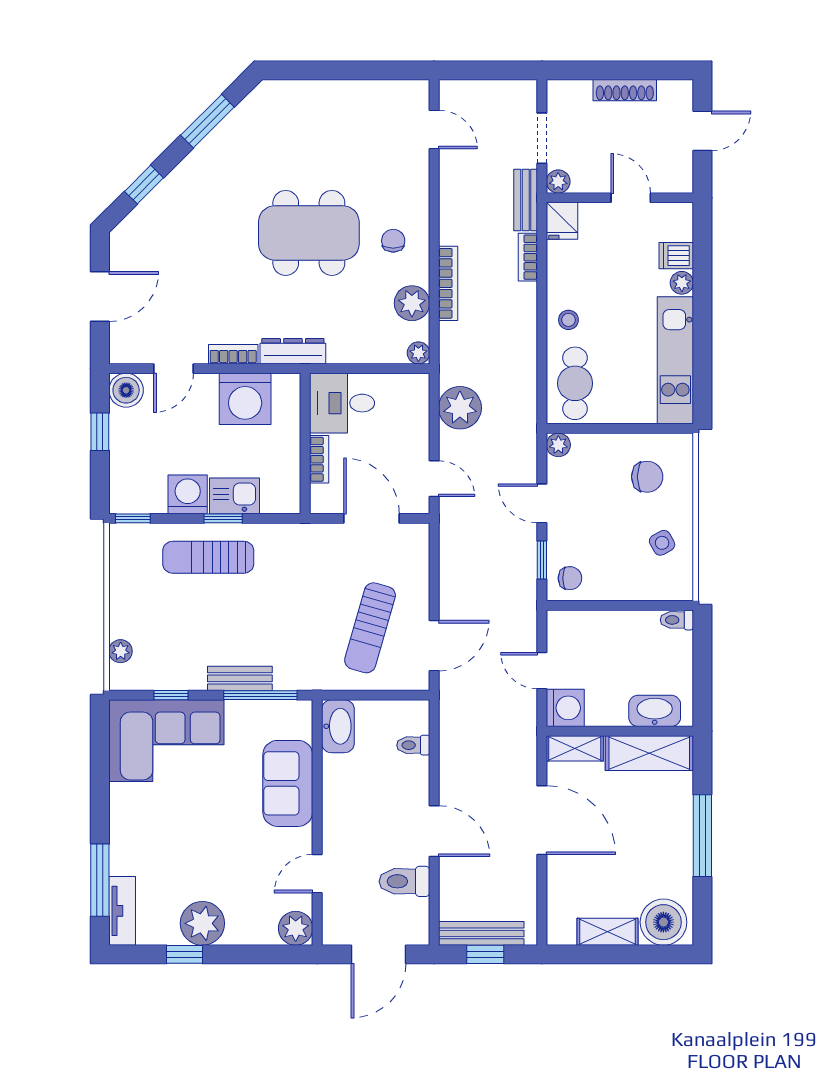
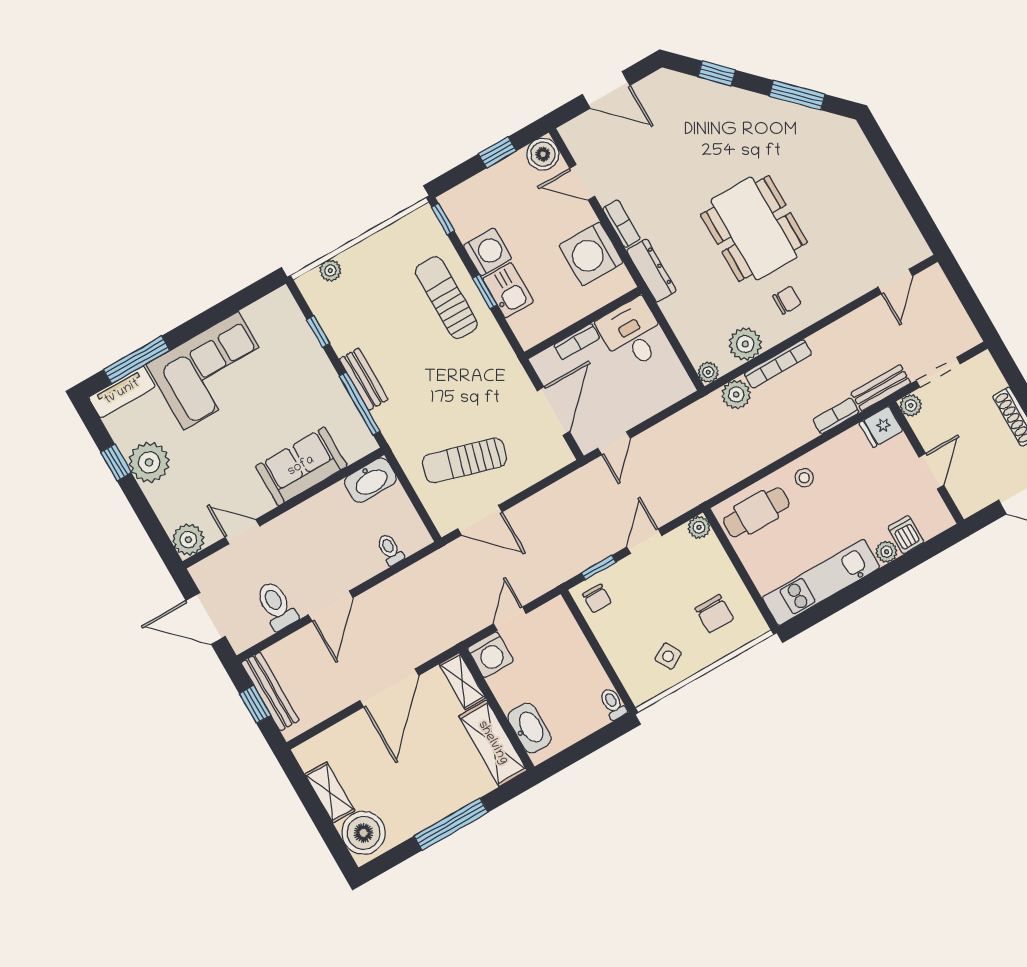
plant: (460, 408) -> (736, 394), moved, width x0.73, depth x0.73
corner sofa: (166, 741) -> (211, 371), moved, turned -90

